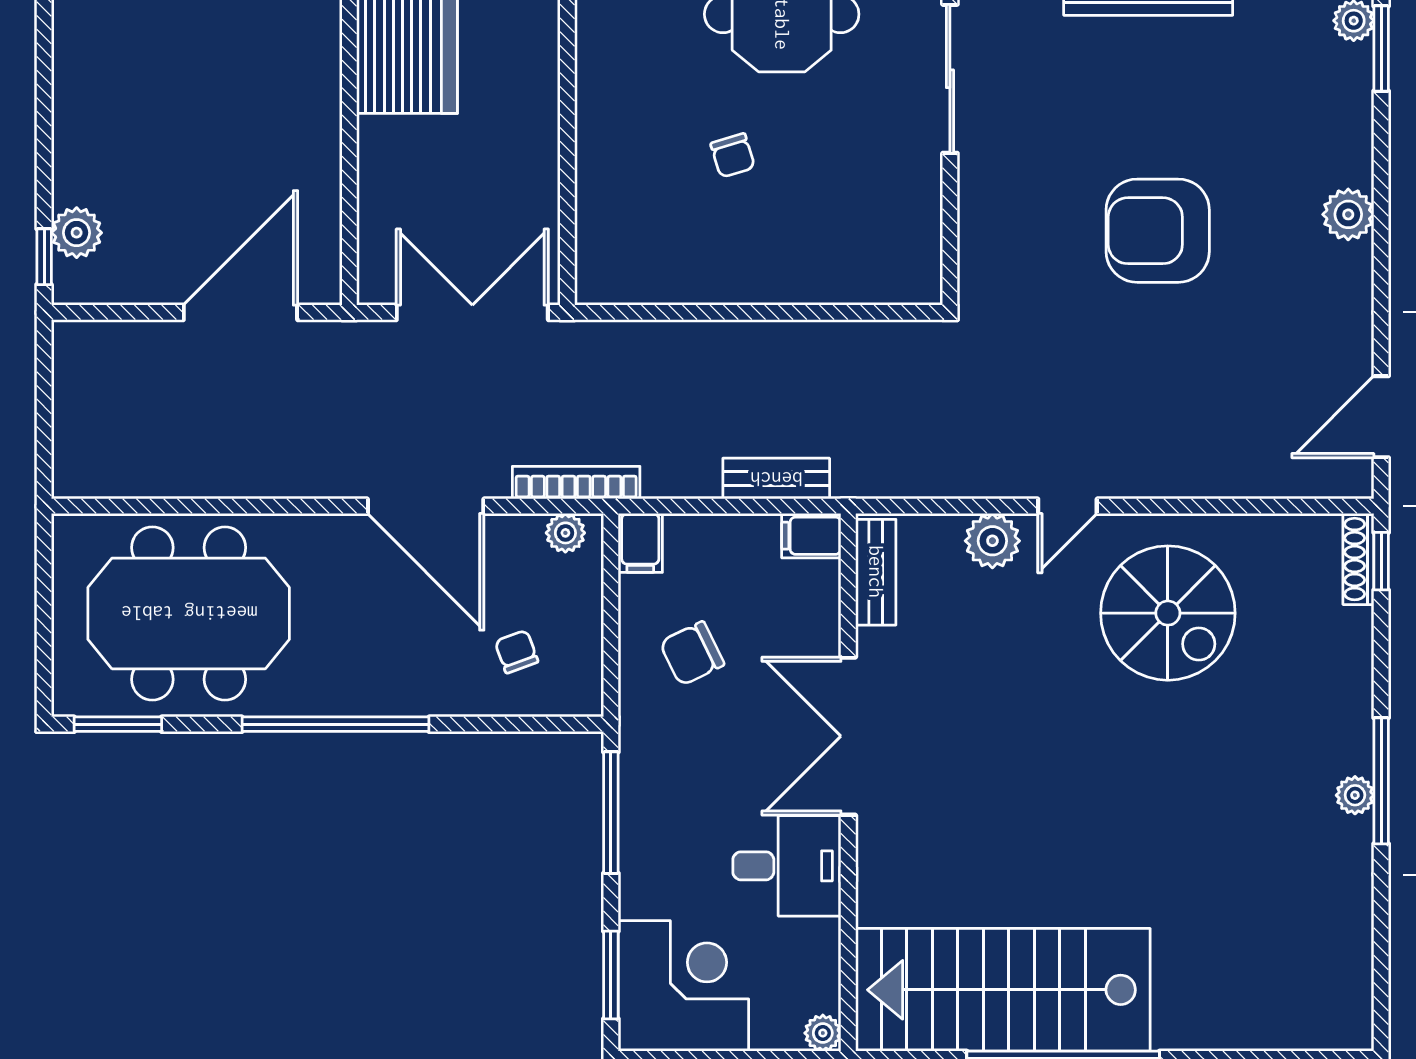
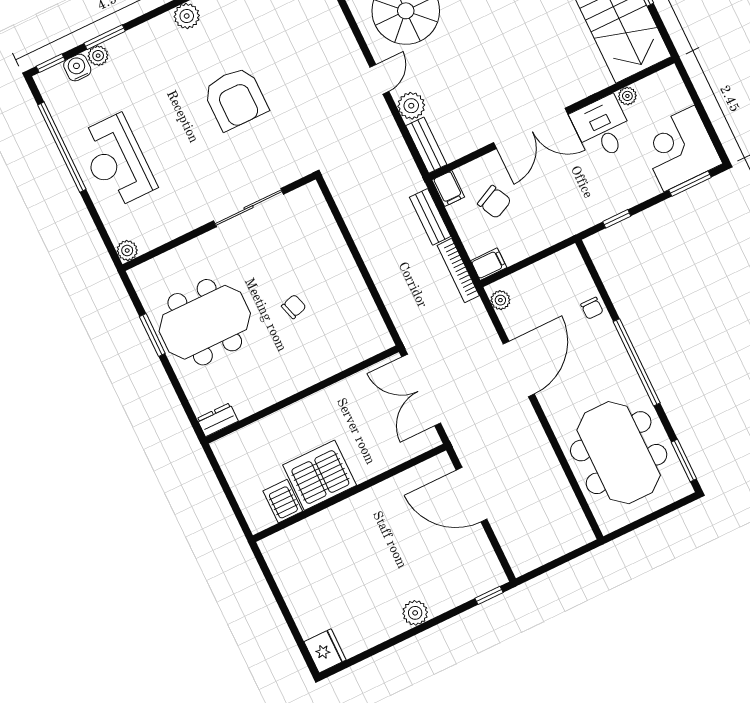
sliding door: (950, 79) -> (249, 208), moved
plant: (77, 233) -> (415, 613), moved
bookcase: (576, 483) -> (458, 271), moved
door: (1067, 506) -> (379, 79), hinge flipped
bench: (876, 572) -> (426, 145), moved, turned 90
chair: (516, 652) -> (592, 308), moved, turned -70
chair: (692, 653) -> (494, 202), moved
window: (611, 813) -> (617, 219), width x0.46
plant: (823, 1033) -> (627, 96), moved

